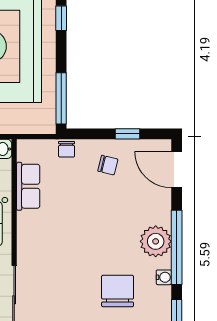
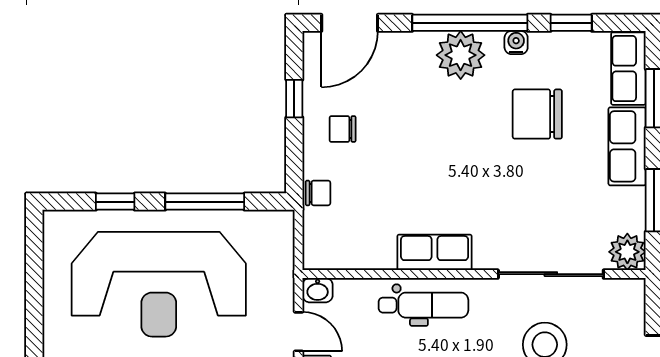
window: (61, 98) -> (205, 202), moved
chair: (108, 165) -> (343, 129), turned -104
row of seats: (28, 186) -> (435, 252), moved

